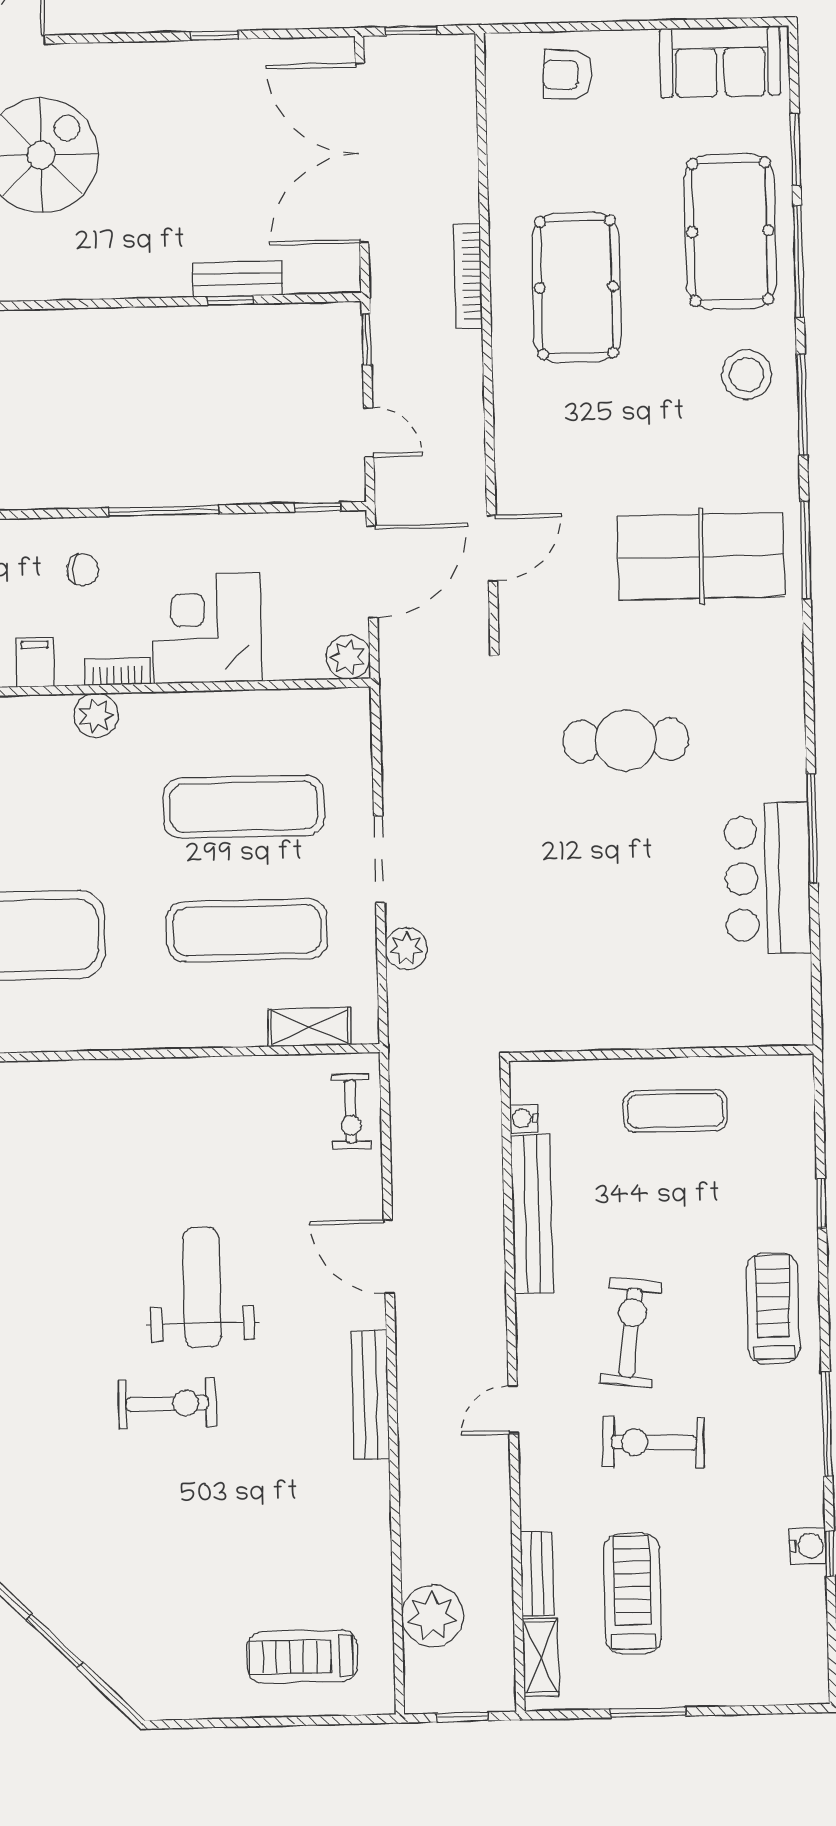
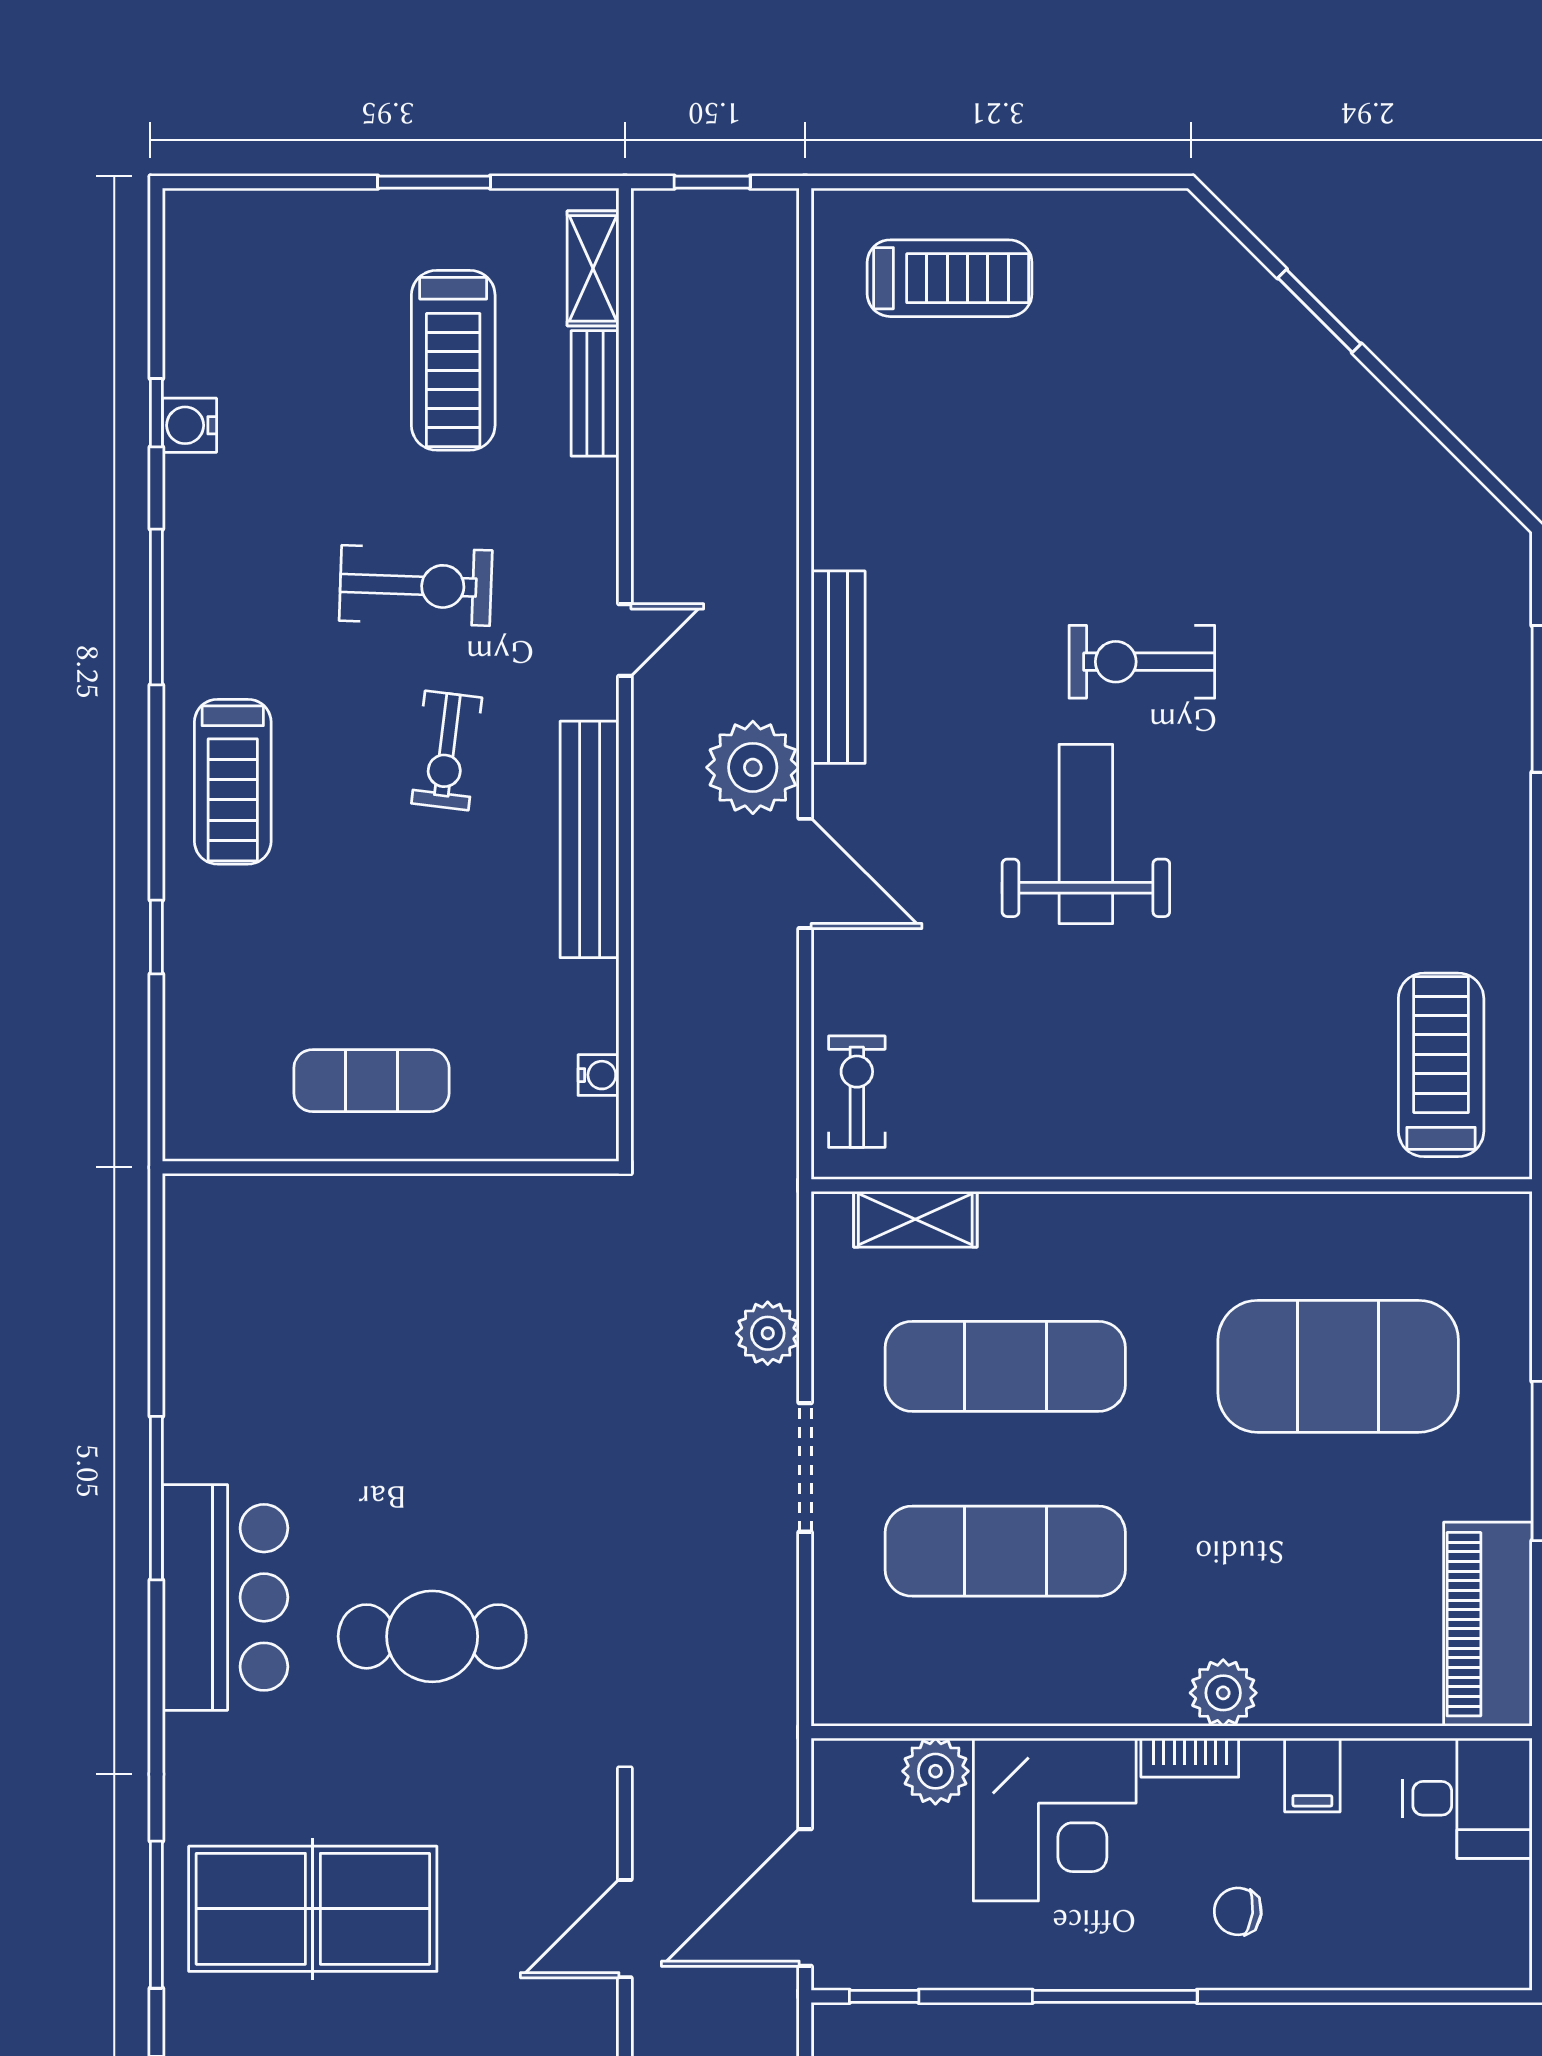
plant: (348, 657) -> (935, 1771), moved
bar counter: (768, 878) -> (225, 1597), moved
bench: (532, 1214) -> (590, 839), moved
weight bench: (202, 1287) -> (1086, 834), turned 180
exercise bike: (630, 1333) -> (447, 751), width x0.73, depth x0.72
plant: (433, 1616) -> (753, 767), moved

